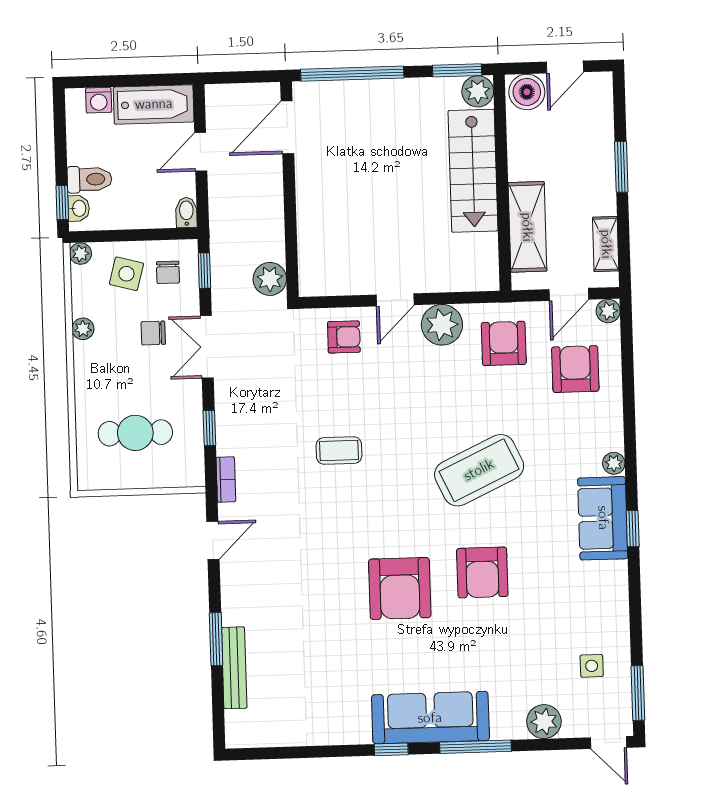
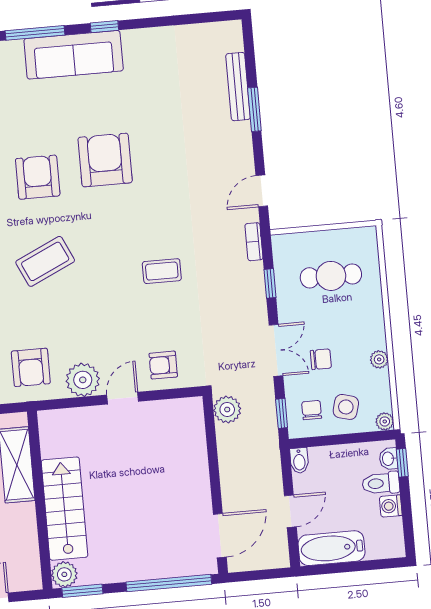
boiler: (527, 92) -> (24, 576), removed
washing machine: (99, 100) -> (391, 506), moved, turned -90
coffee table: (479, 470) -> (45, 261), width x0.73, depth x0.76

